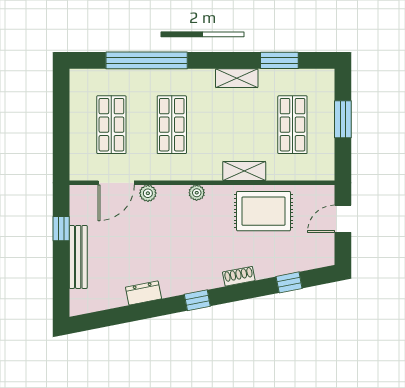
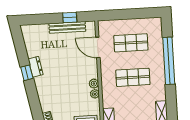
plant: (148, 193) -> (94, 84), moved
bench: (78, 257) -> (67, 27), moved
window: (197, 300) -> (27, 73), moved

